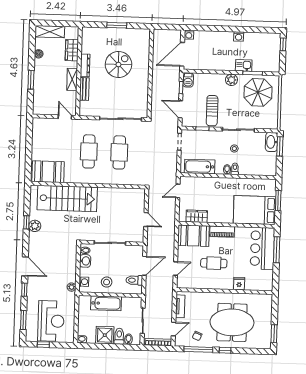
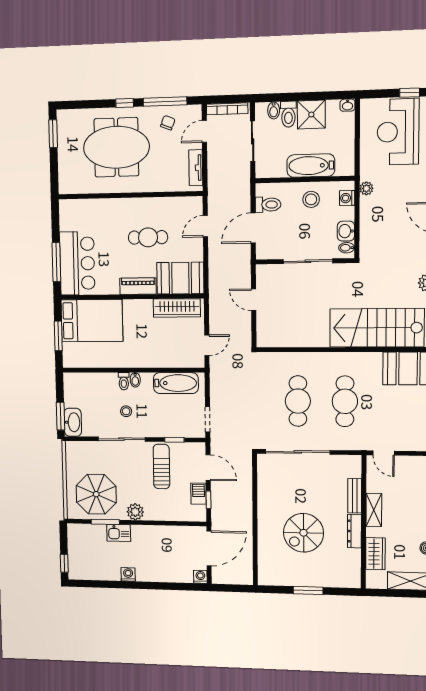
barbecue: (188, 80) -> (199, 494), moved
wardrobe: (197, 216) -> (177, 308), width x1.50
fridge: (239, 284) -> (109, 208), removed

